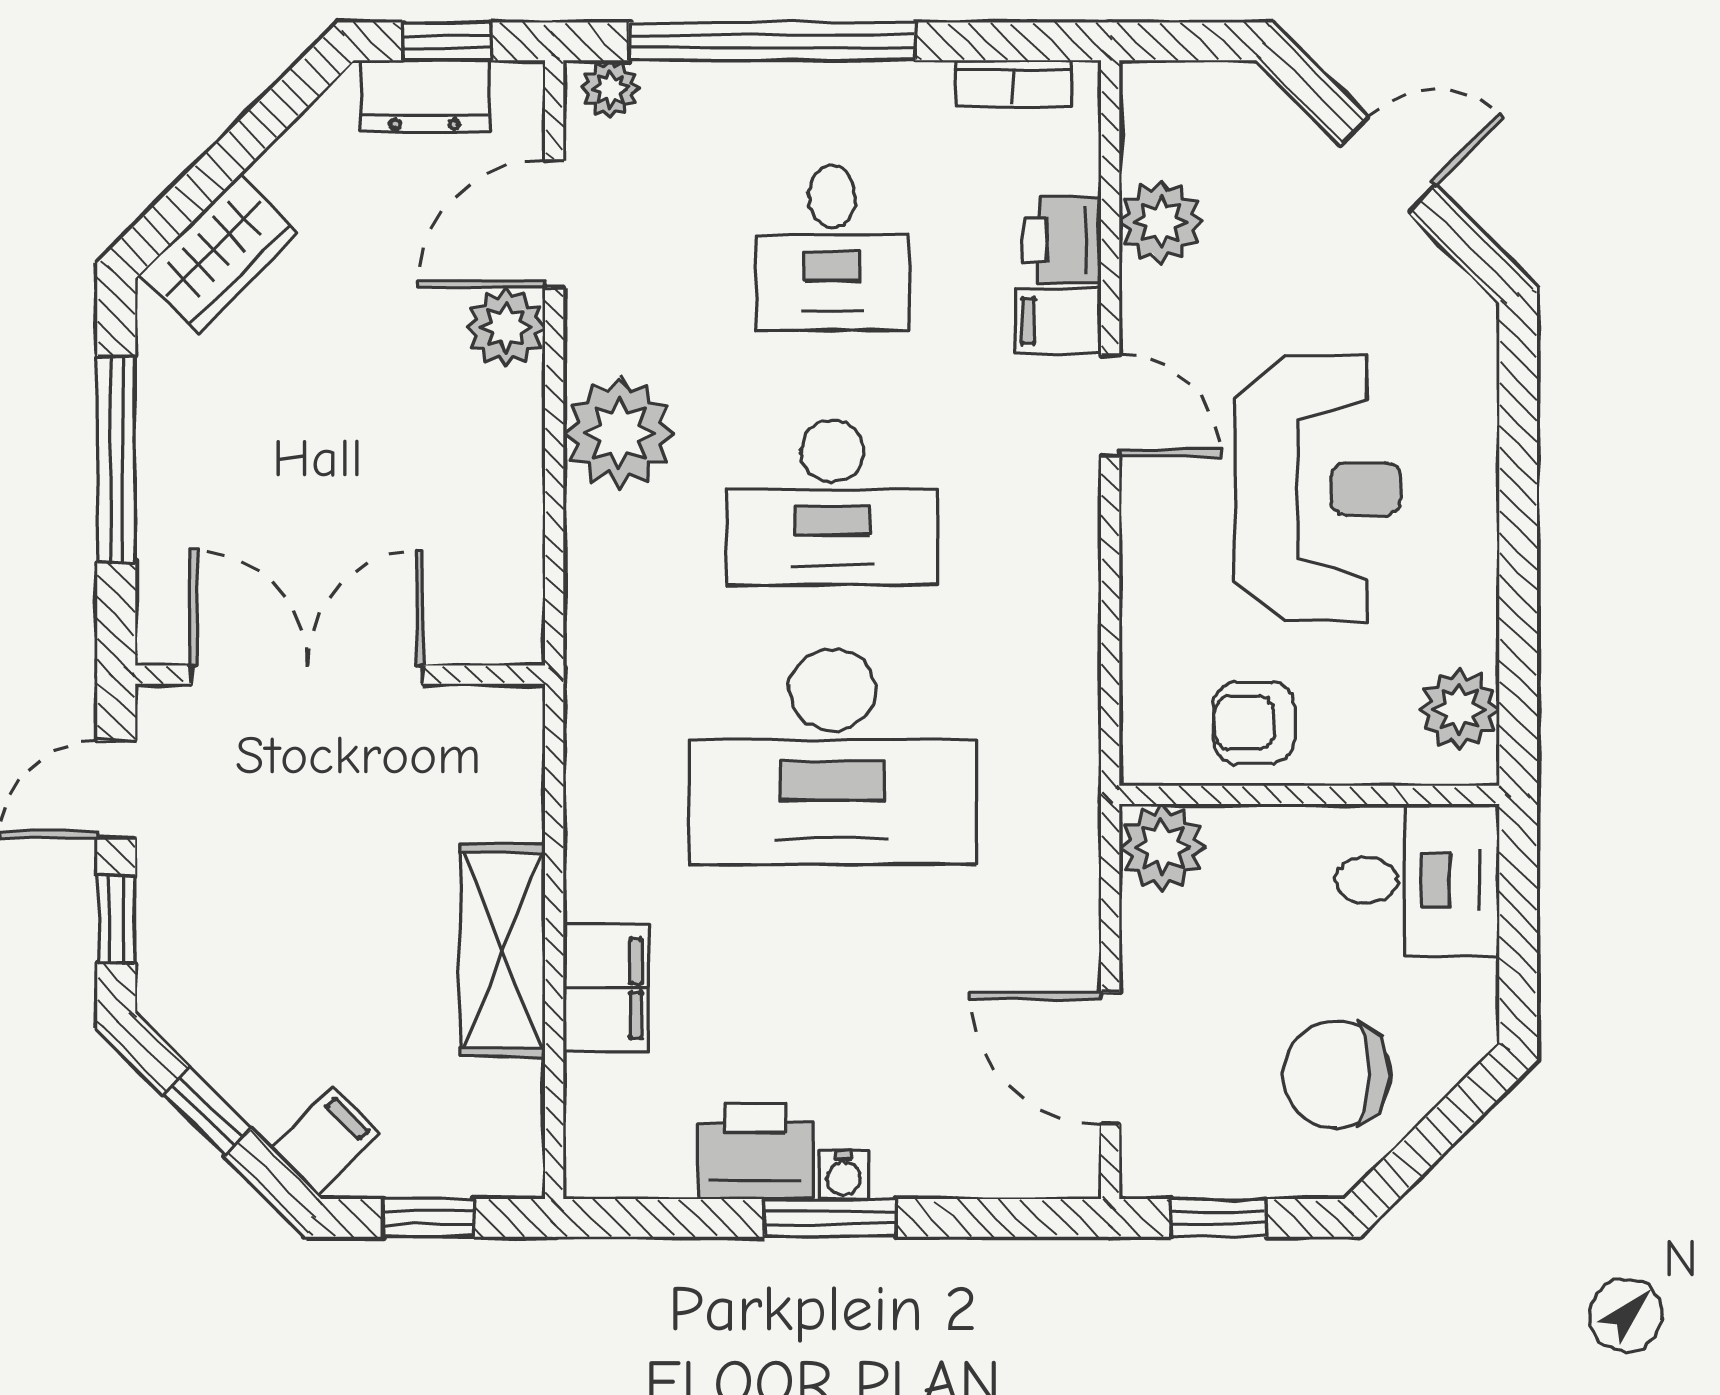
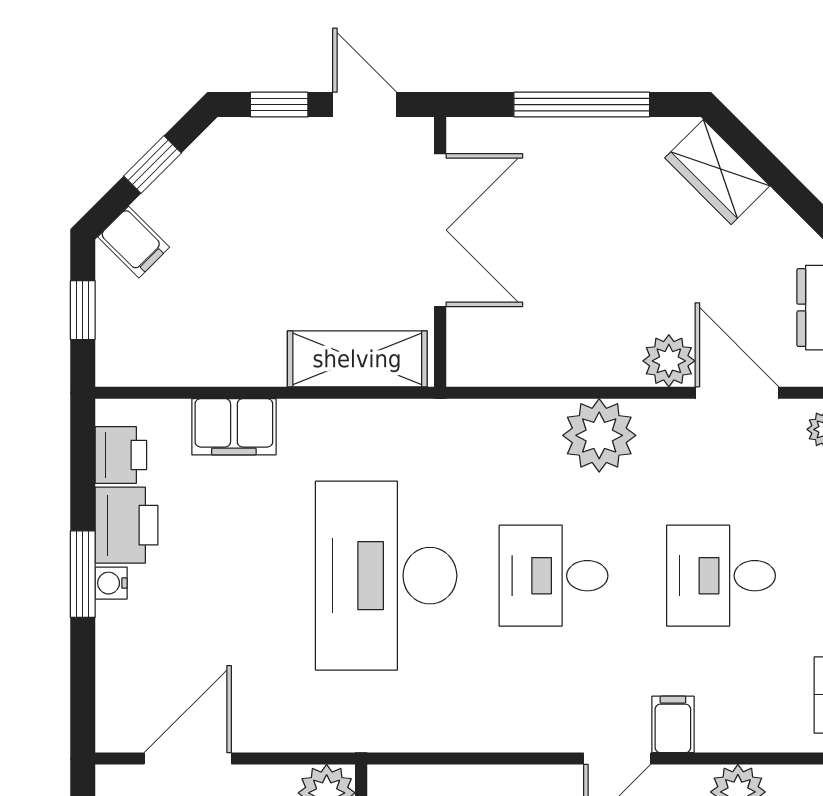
printer: (1062, 240) -> (121, 455), moved, turned 90
desk: (832, 502) -> (554, 576), width x0.73
shelving: (503, 950) -> (357, 359), moved

